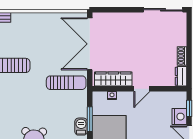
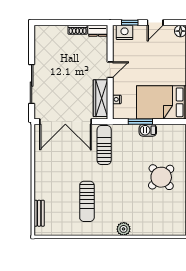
sliding door: (163, 10) -> (32, 84), moved
door: (142, 89) -> (110, 70), hinge flipped
nightstand: (179, 117) -> (125, 32), moved

